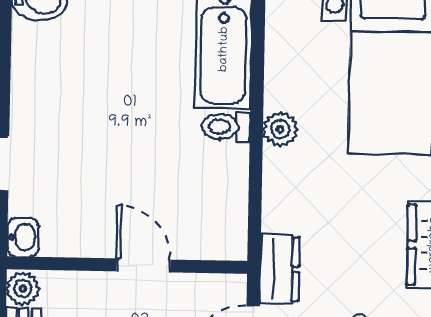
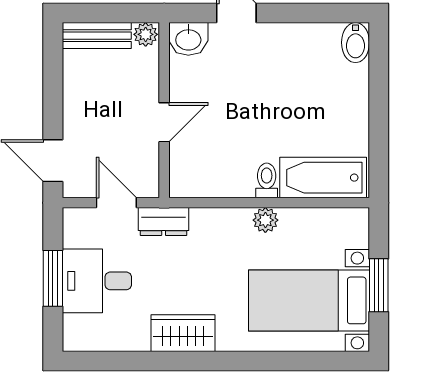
washbasin: (23, 237) -> (188, 39), width x1.38, depth x1.45

